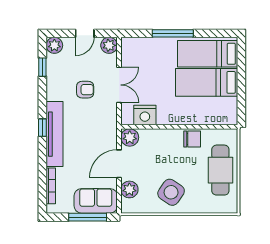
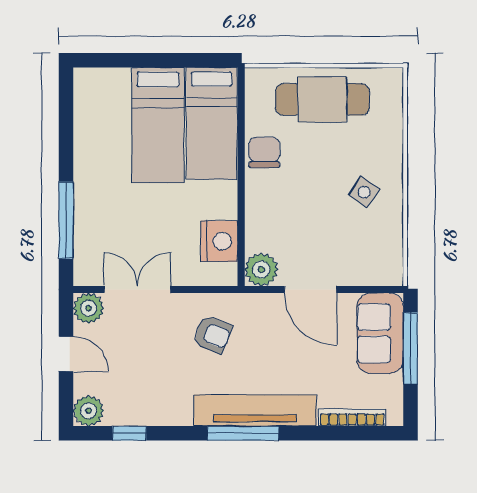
window: (173, 33) -> (66, 220), moved
bed: (208, 54) -> (212, 123), moved
double door: (119, 85) -> (137, 290), moved
armchair: (85, 90) -> (213, 334), moved, turned 112
window: (42, 128) -> (243, 433), width x2.17
plant: (129, 189) -> (359, 270), removed
side table: (171, 192) -> (364, 192), width x0.54, depth x0.54

